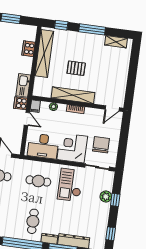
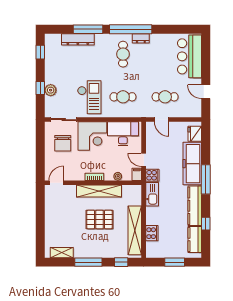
pallet: (76, 68) -> (100, 220), width x1.50, depth x1.42
dresser: (49, 239) -> (141, 38), moved

